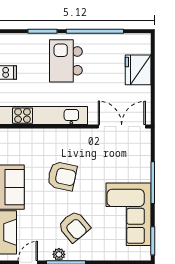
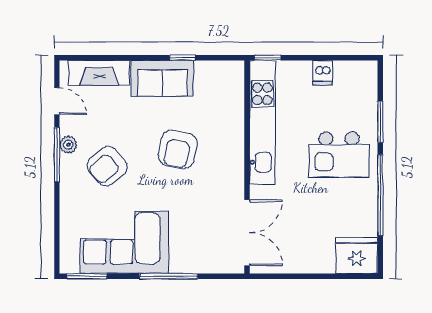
kitchen island: (66, 61) -> (339, 155), turned 180
fridge: (138, 70) -> (357, 256), moved

